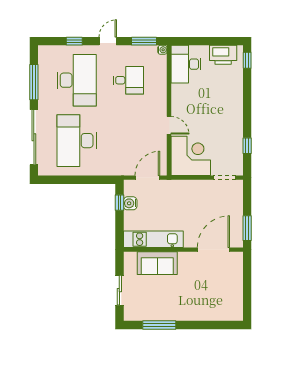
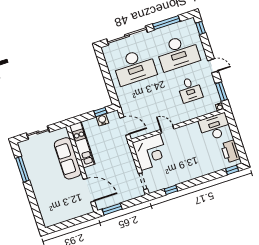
window: (74, 41) -> (201, 28), moved
door: (169, 125) -> (167, 129), swing flipped
desk: (77, 141) -> (135, 67), turned 180
sofa: (157, 263) -> (68, 158), width x1.36

